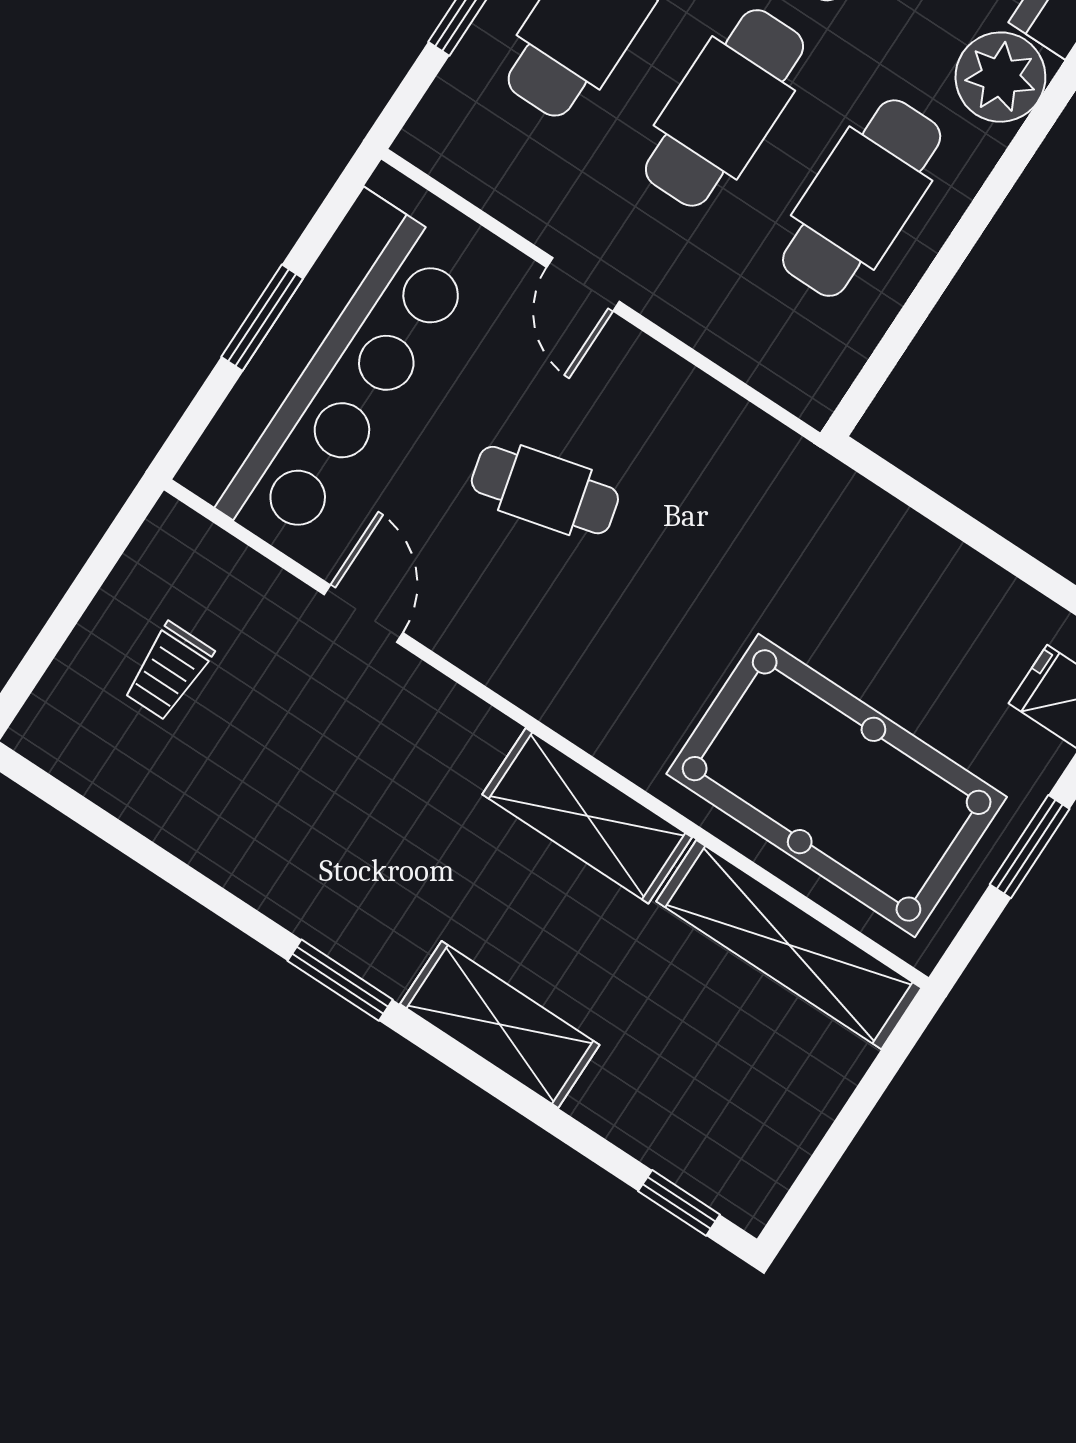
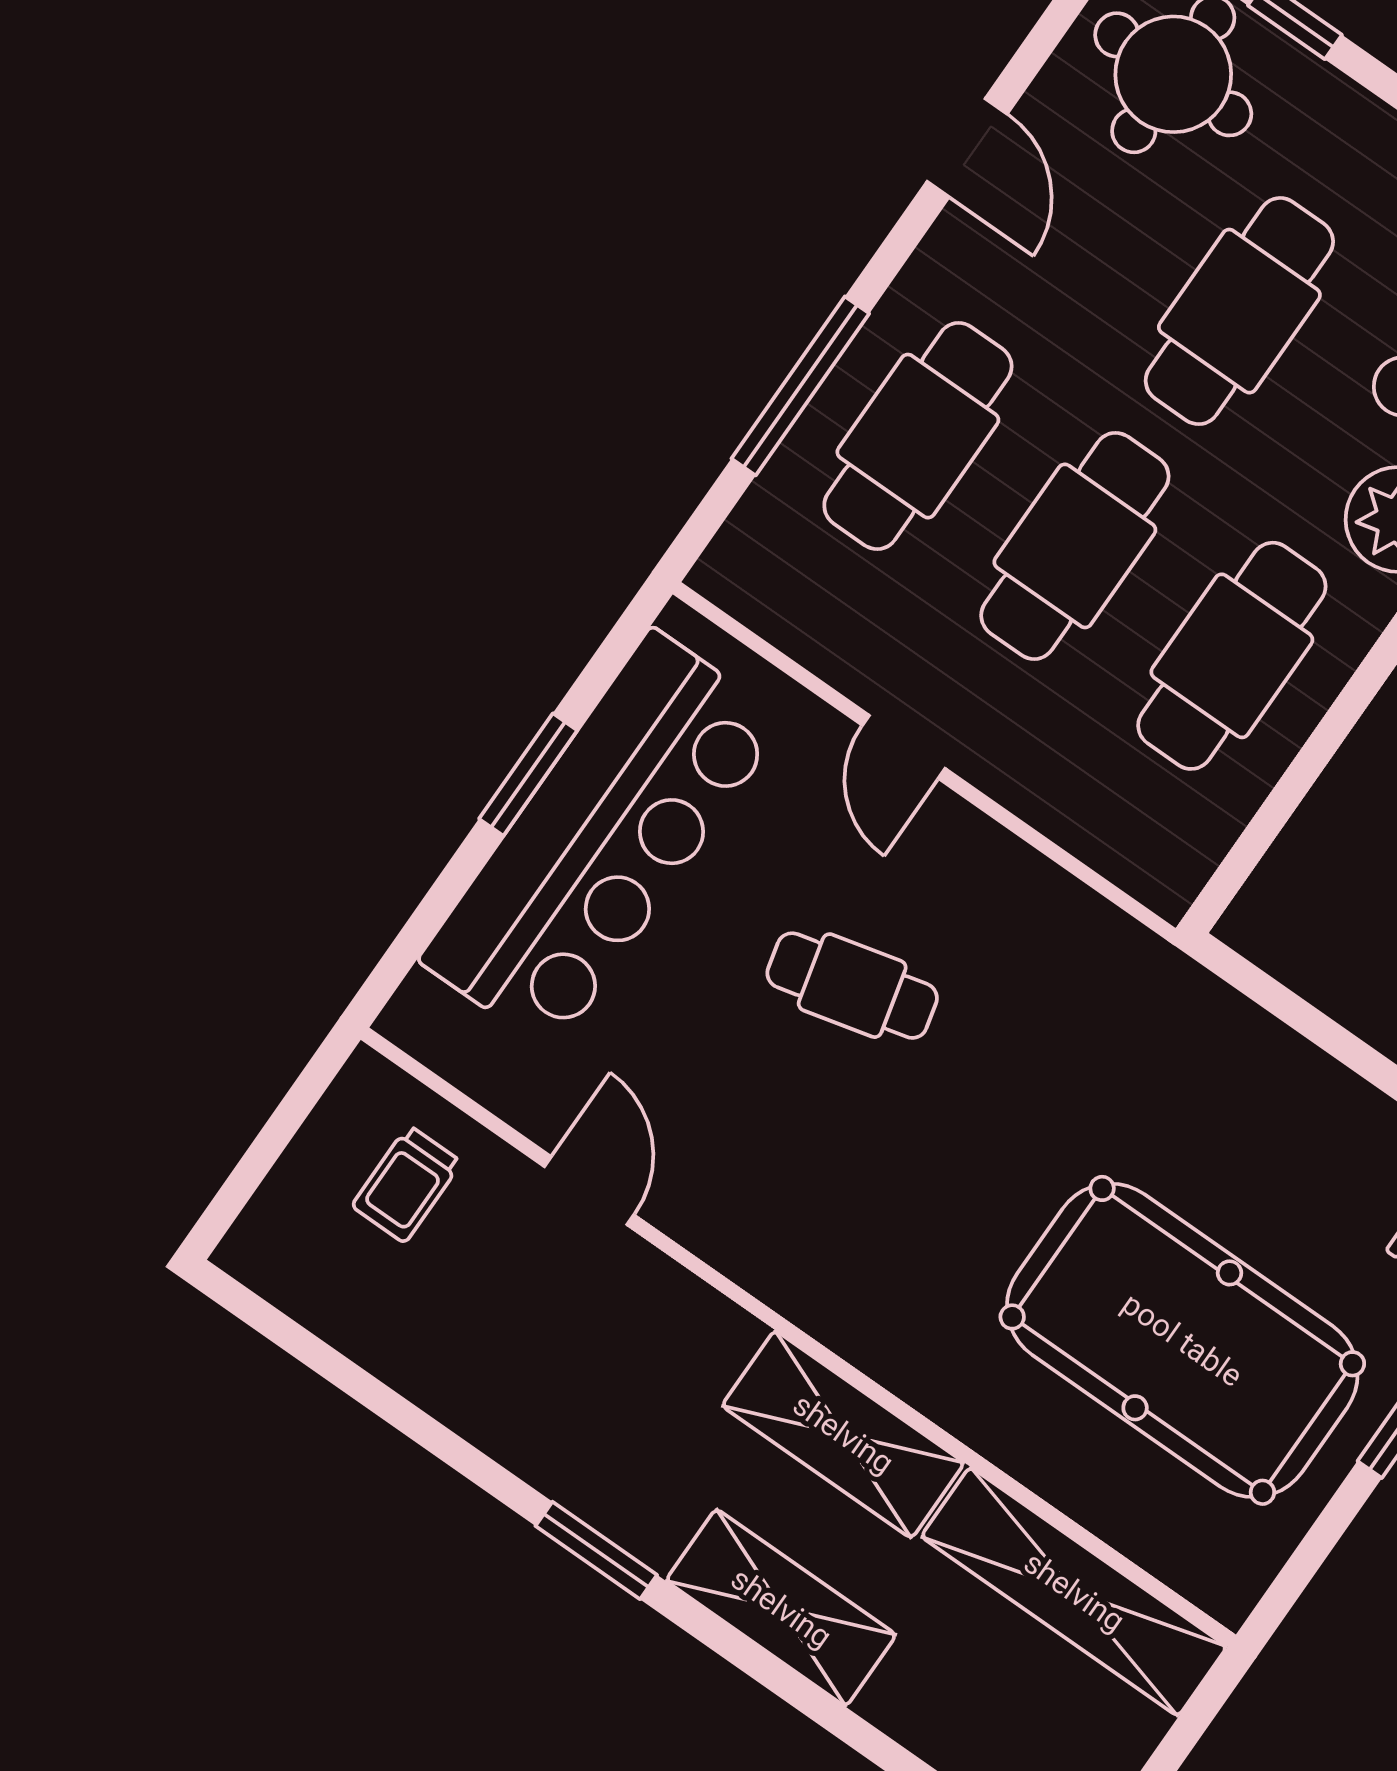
door: (363, 614) -> (589, 1191), moved
wall: (546, 734) -> (798, 1337), moved
shelving: (587, 816) -> (843, 1434), moved
shelving: (789, 945) -> (1074, 1592), moved

